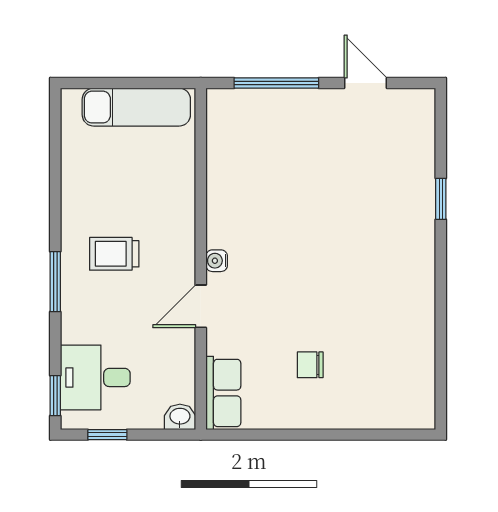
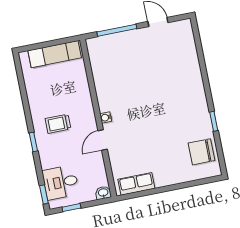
window: (441, 199) -> (214, 121), moved
window: (55, 282) -> (33, 142), width x0.67
chair: (310, 365) -> (201, 152), moved, width x1.87, depth x1.87
row of seats: (223, 393) -> (136, 184), moved, turned -90

